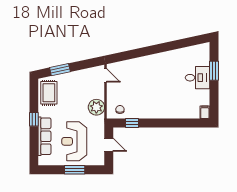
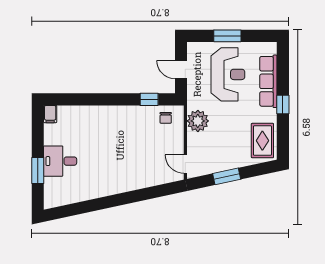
window: (60, 70) -> (227, 176), moved

